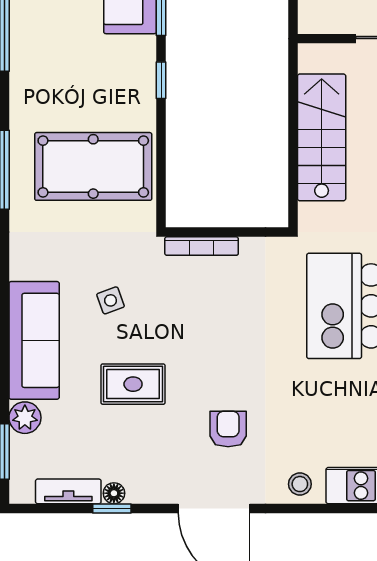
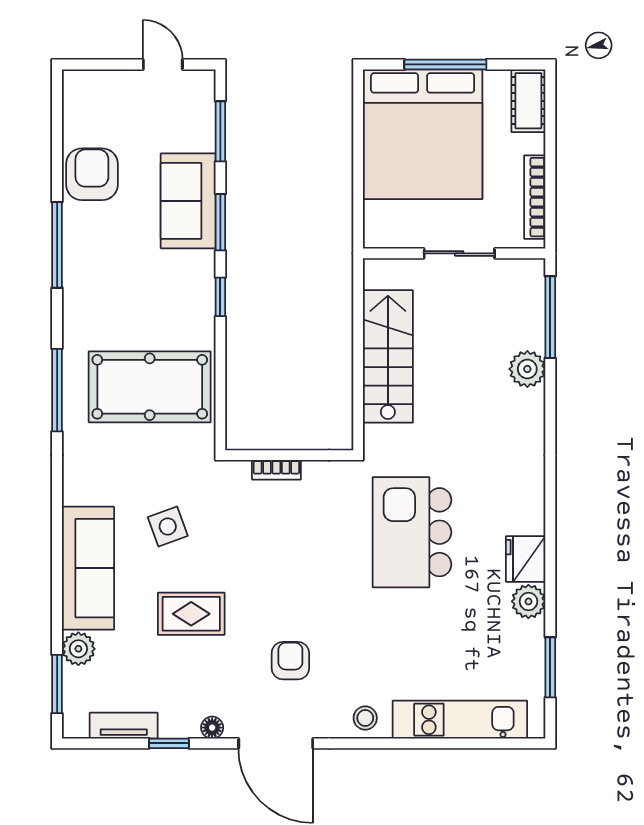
bookcase: (202, 246) -> (276, 470), width x0.64
side table: (111, 300) -> (168, 526), width x1.37, depth x1.37
floor lamp: (114, 493) -> (212, 728), moved

